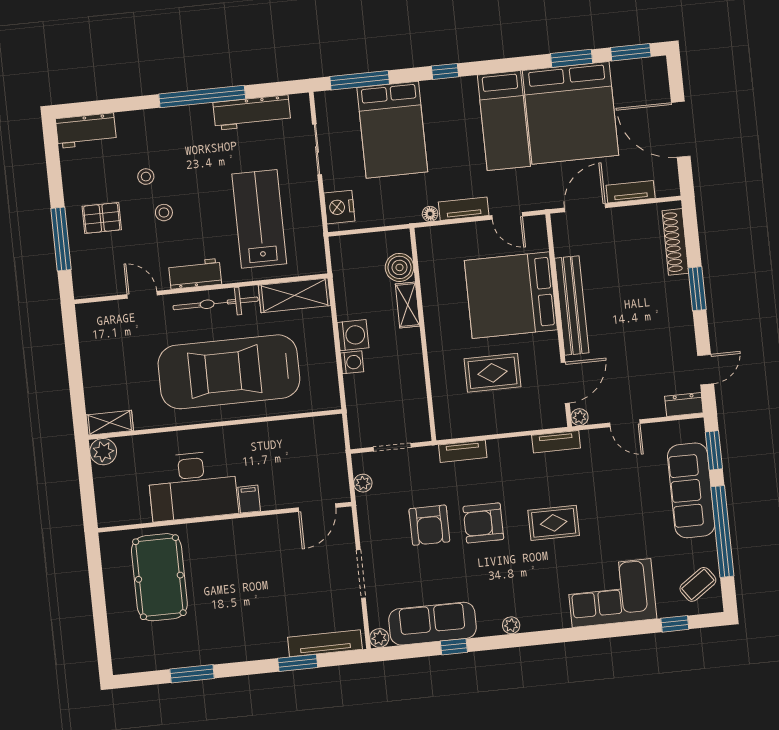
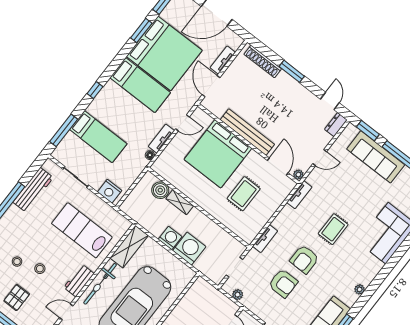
bed: (392, 130) -> (98, 137), width x0.67
washing machine: (352, 362) -> (189, 249), width x1.89, depth x1.89

